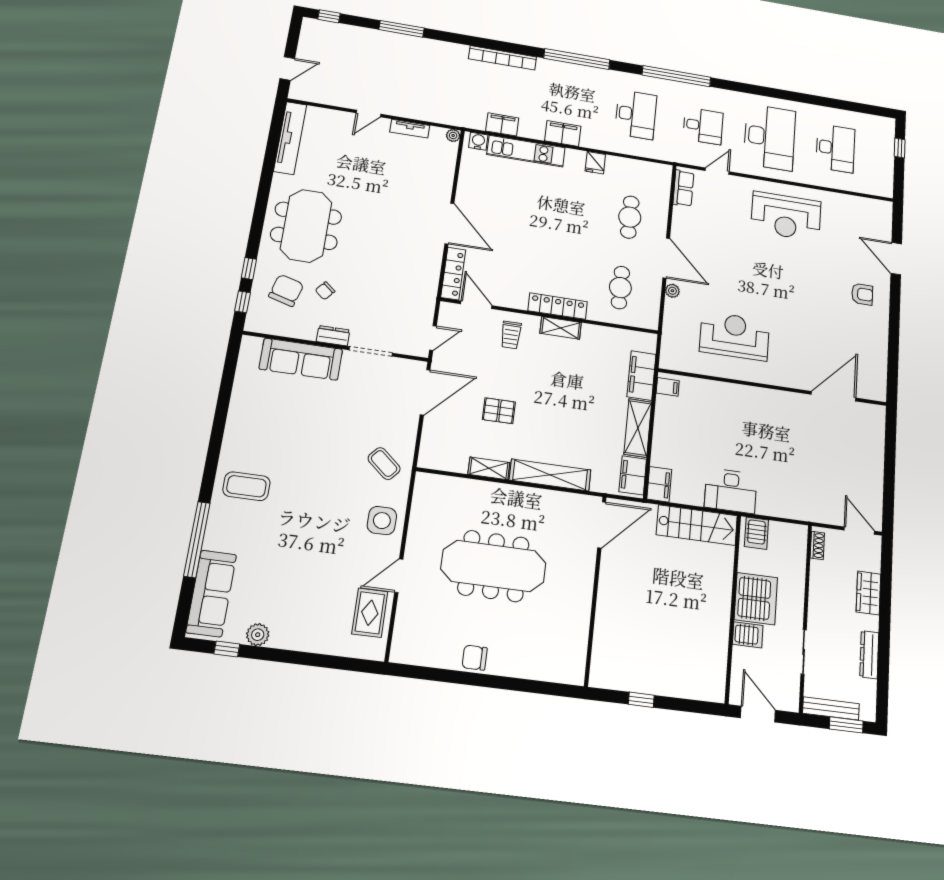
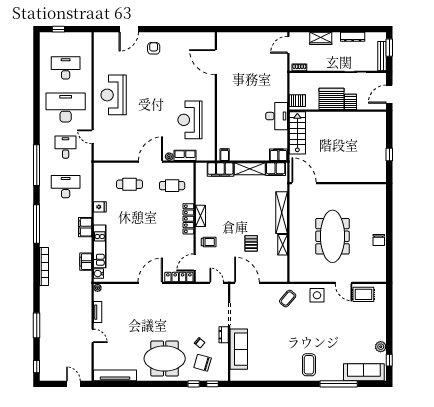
row of seats: (683, 188) -> (185, 155), moved
reception desk: (786, 216) -> (114, 95), turned 180

